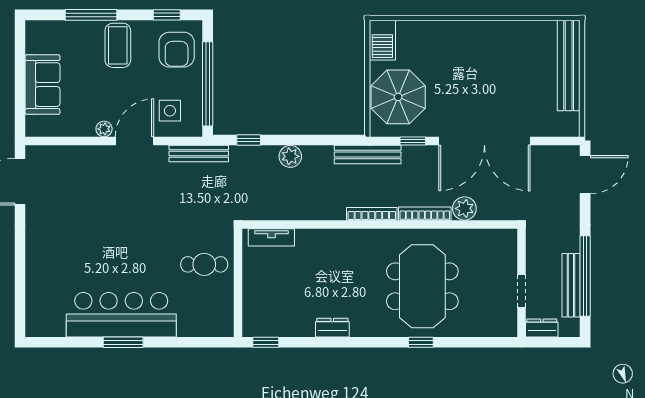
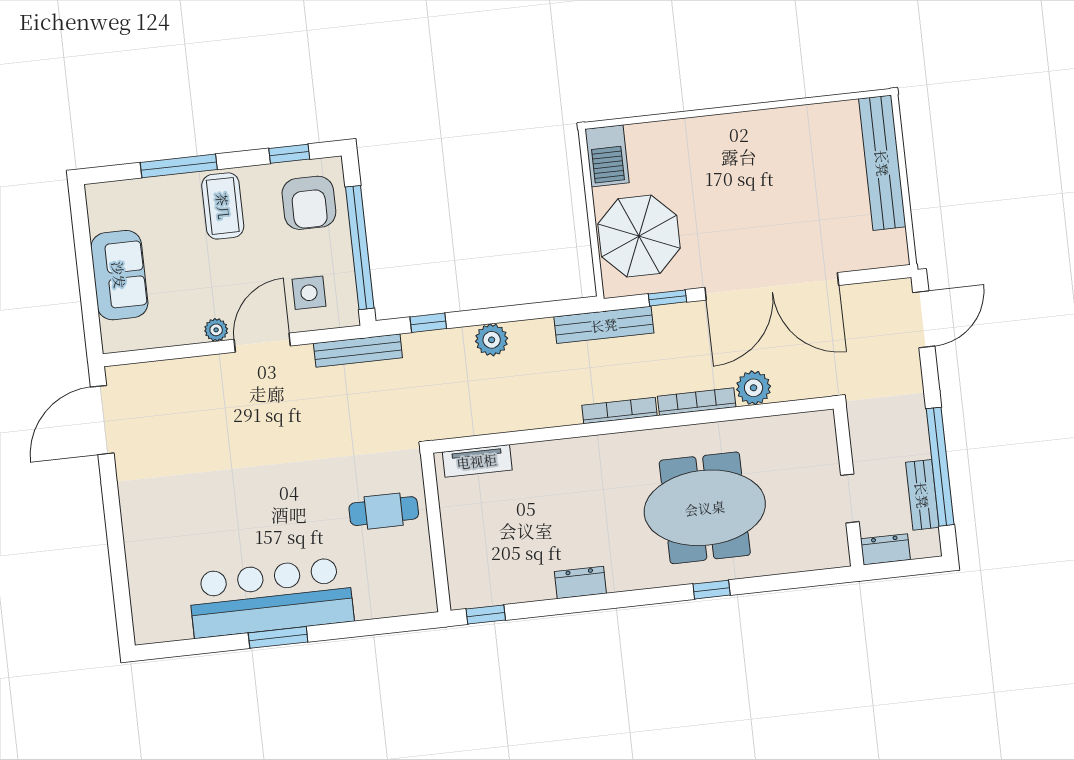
bench: (571, 285) -> (922, 495), width x0.73
meeting table: (422, 286) -> (705, 508), turned 90

